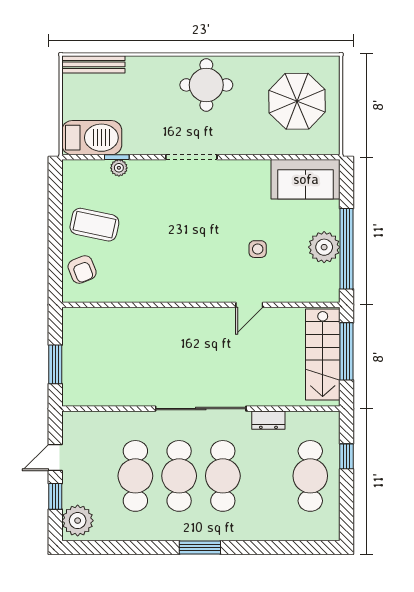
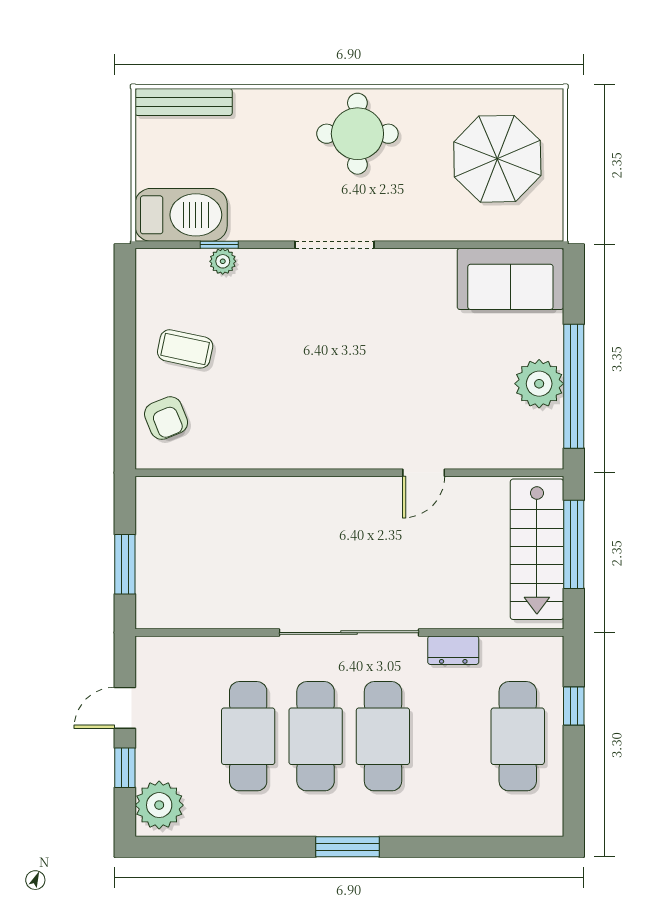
coffee table: (94, 225) -> (185, 349), width x0.73, depth x0.77
side table: (258, 249) -> (437, 387), removed

